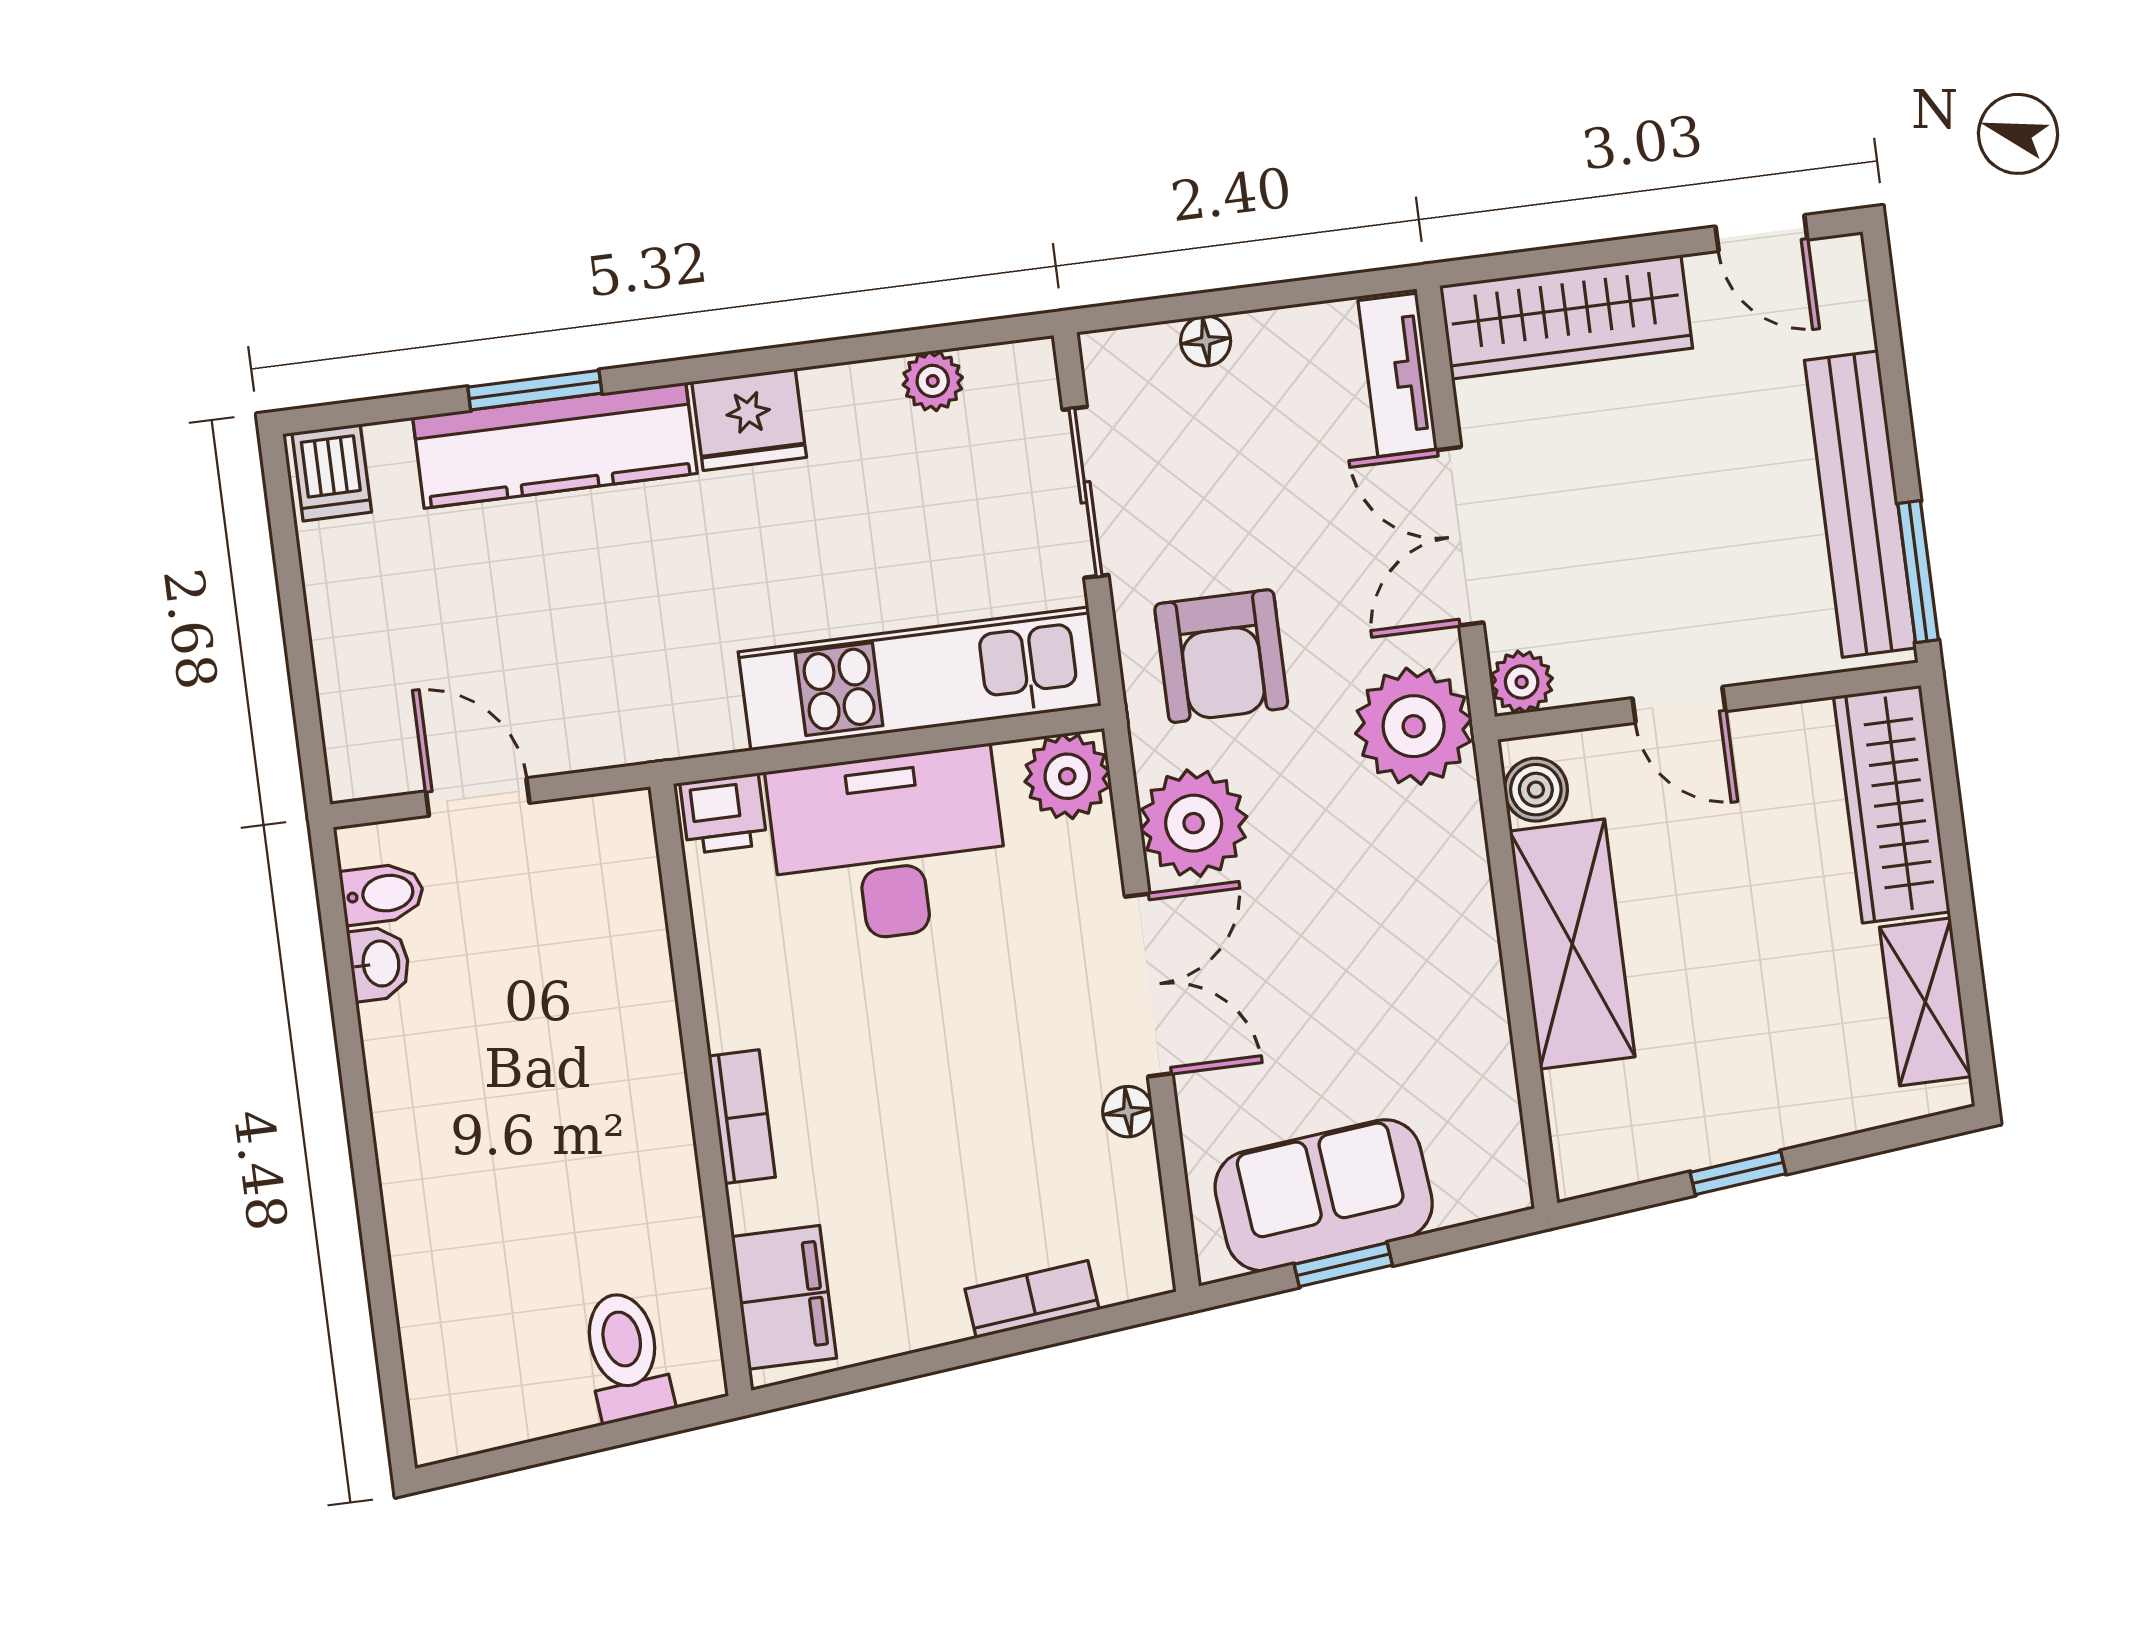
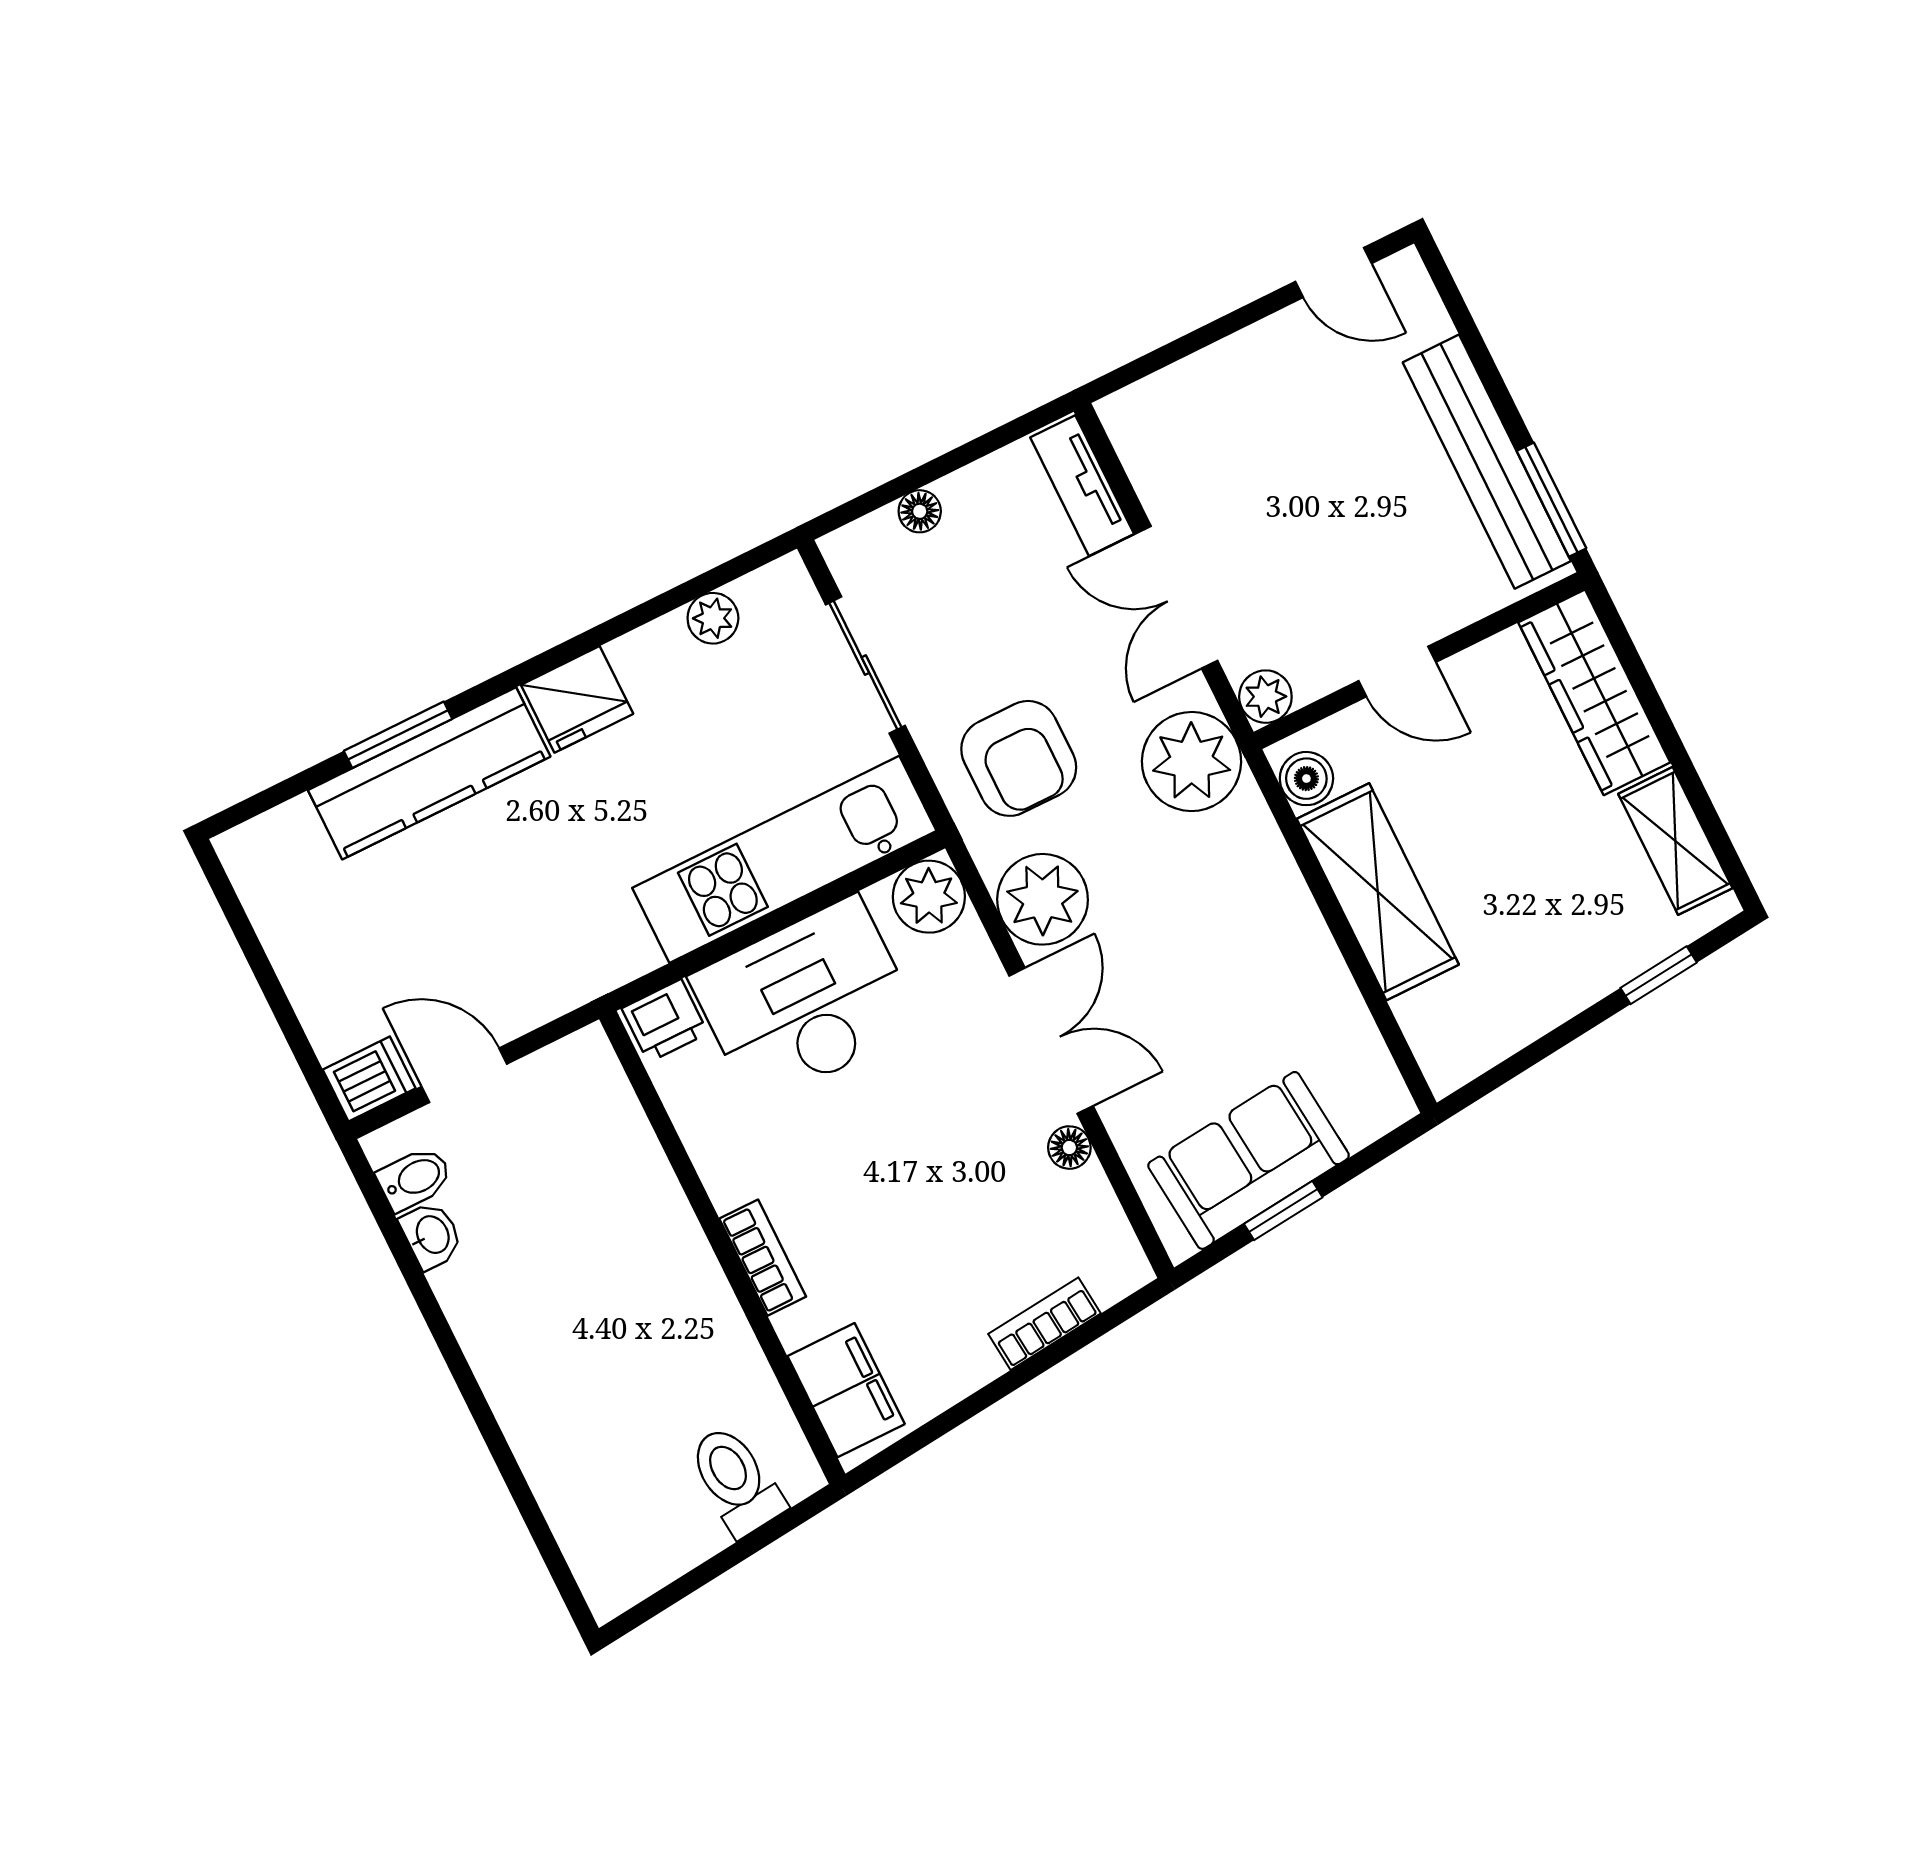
wardrobe: (1566, 317) -> (1201, 393), removed
dishwasher: (332, 473) -> (369, 1079), moved, turned -90
window: (1738, 1173) -> (1659, 975), moved

